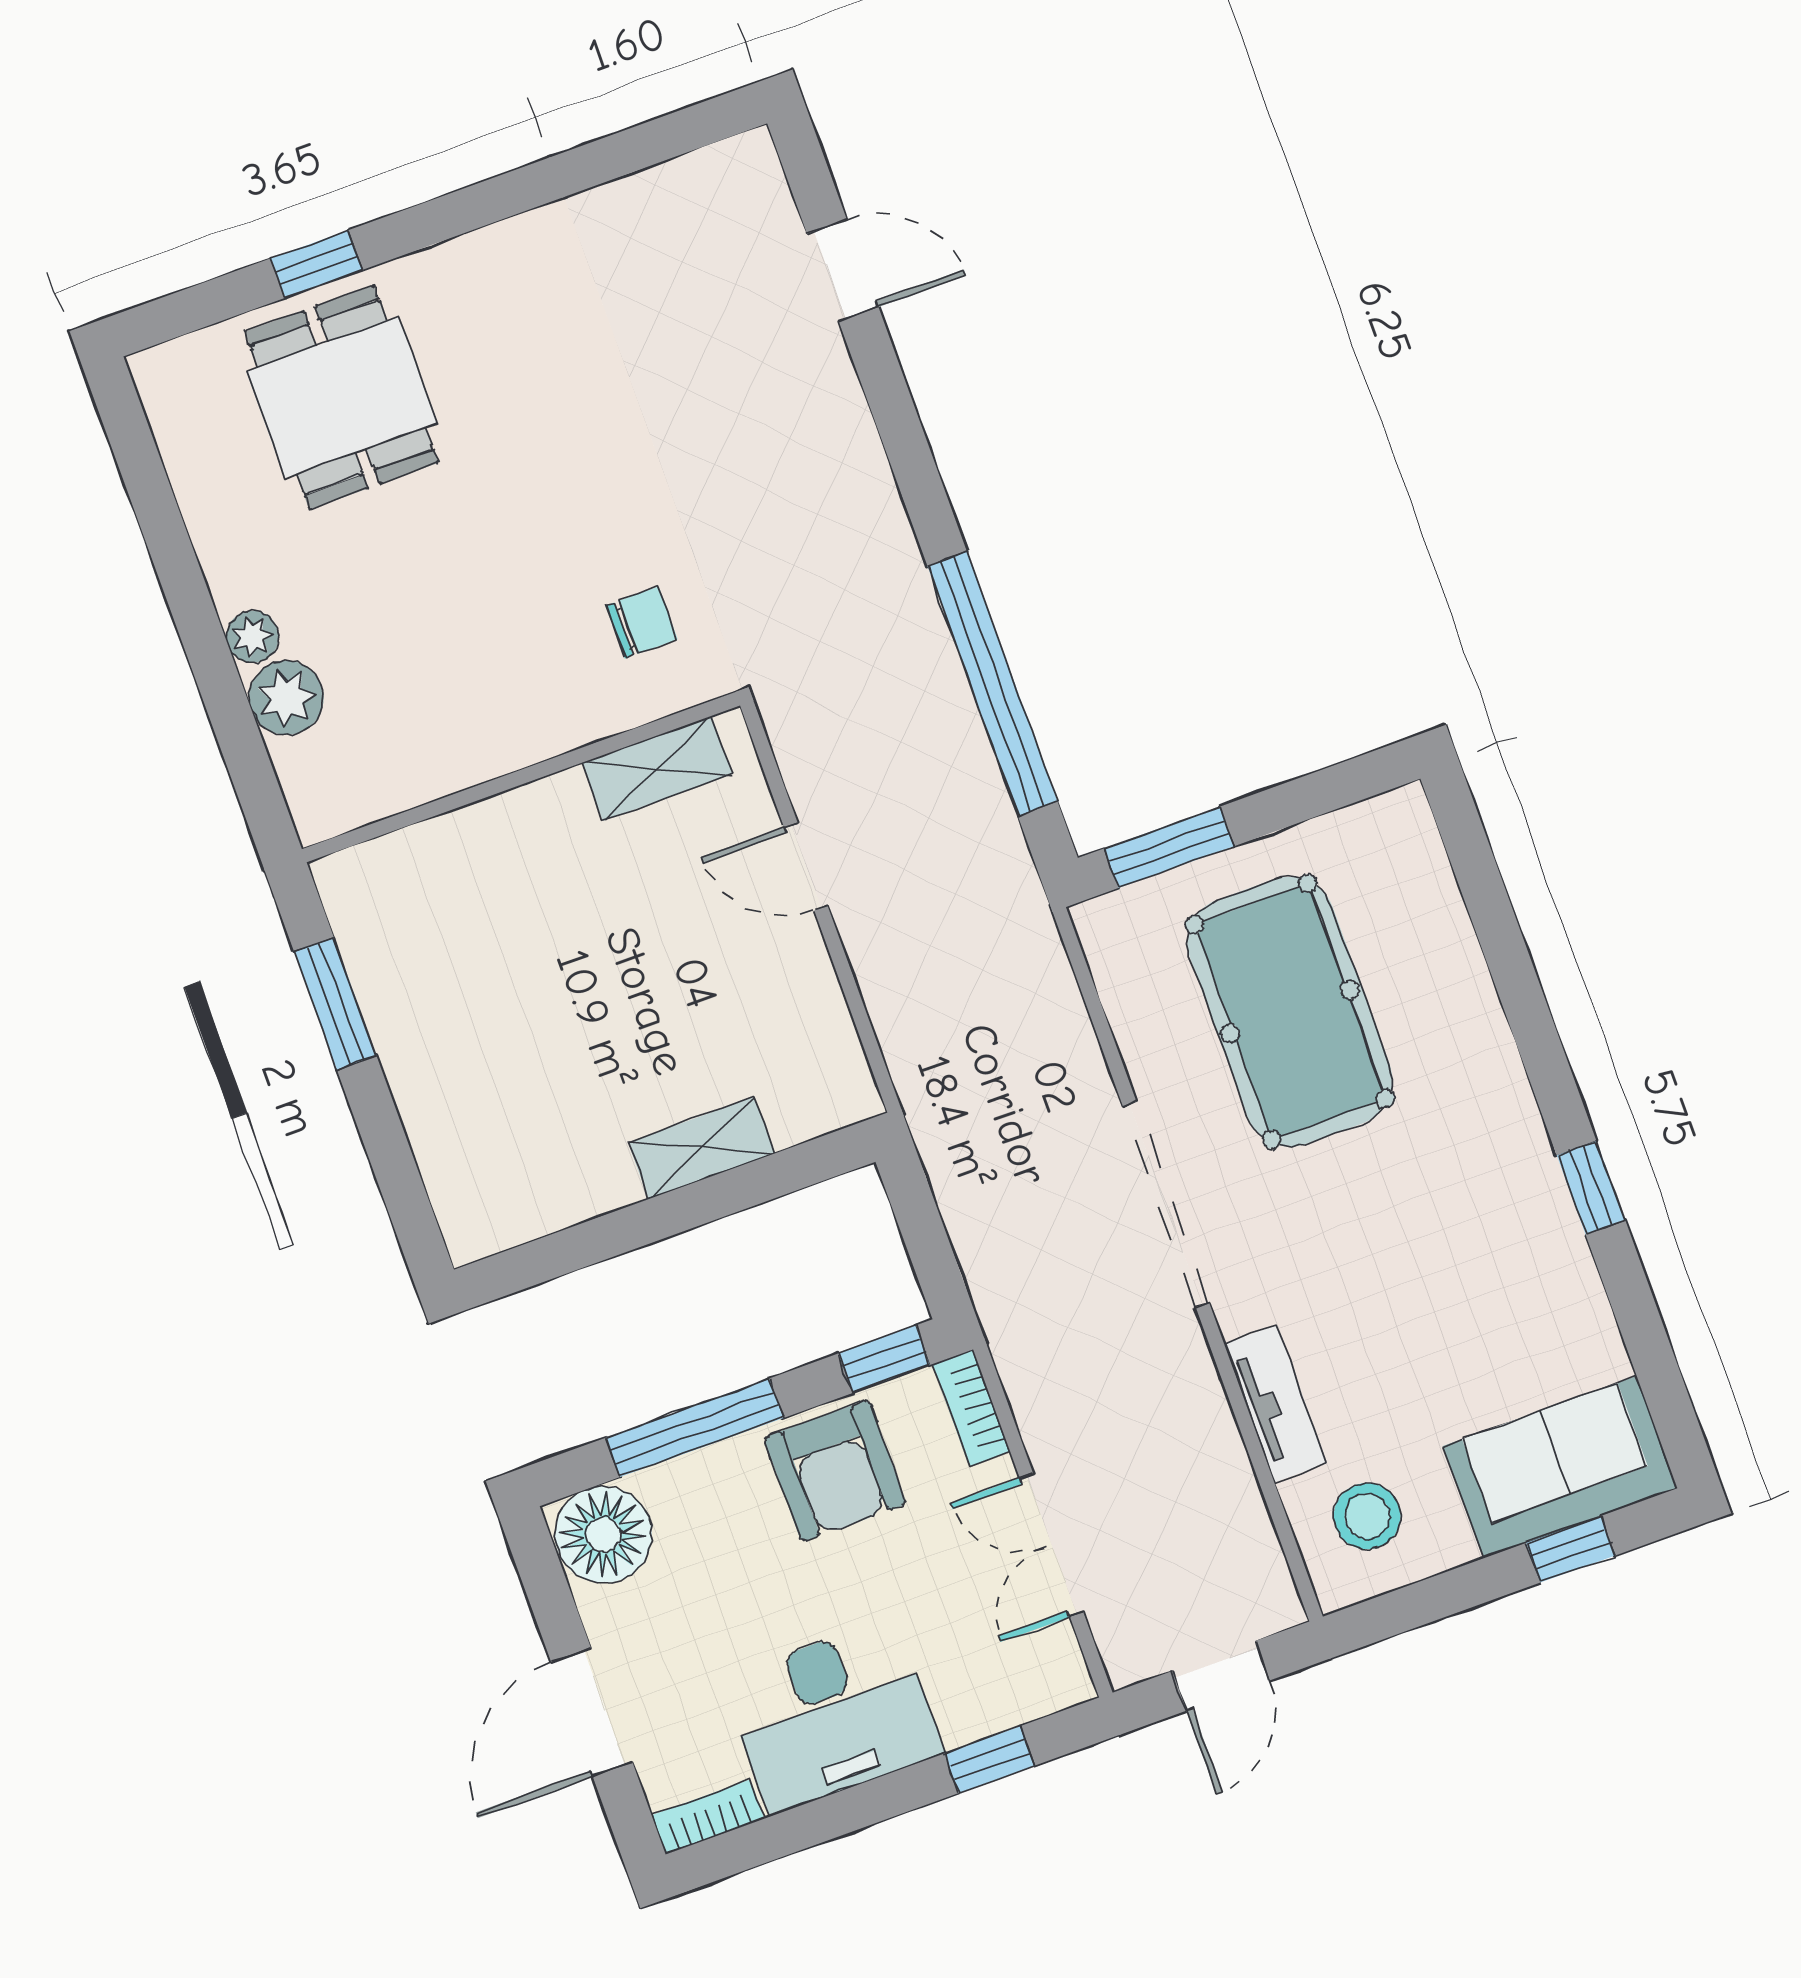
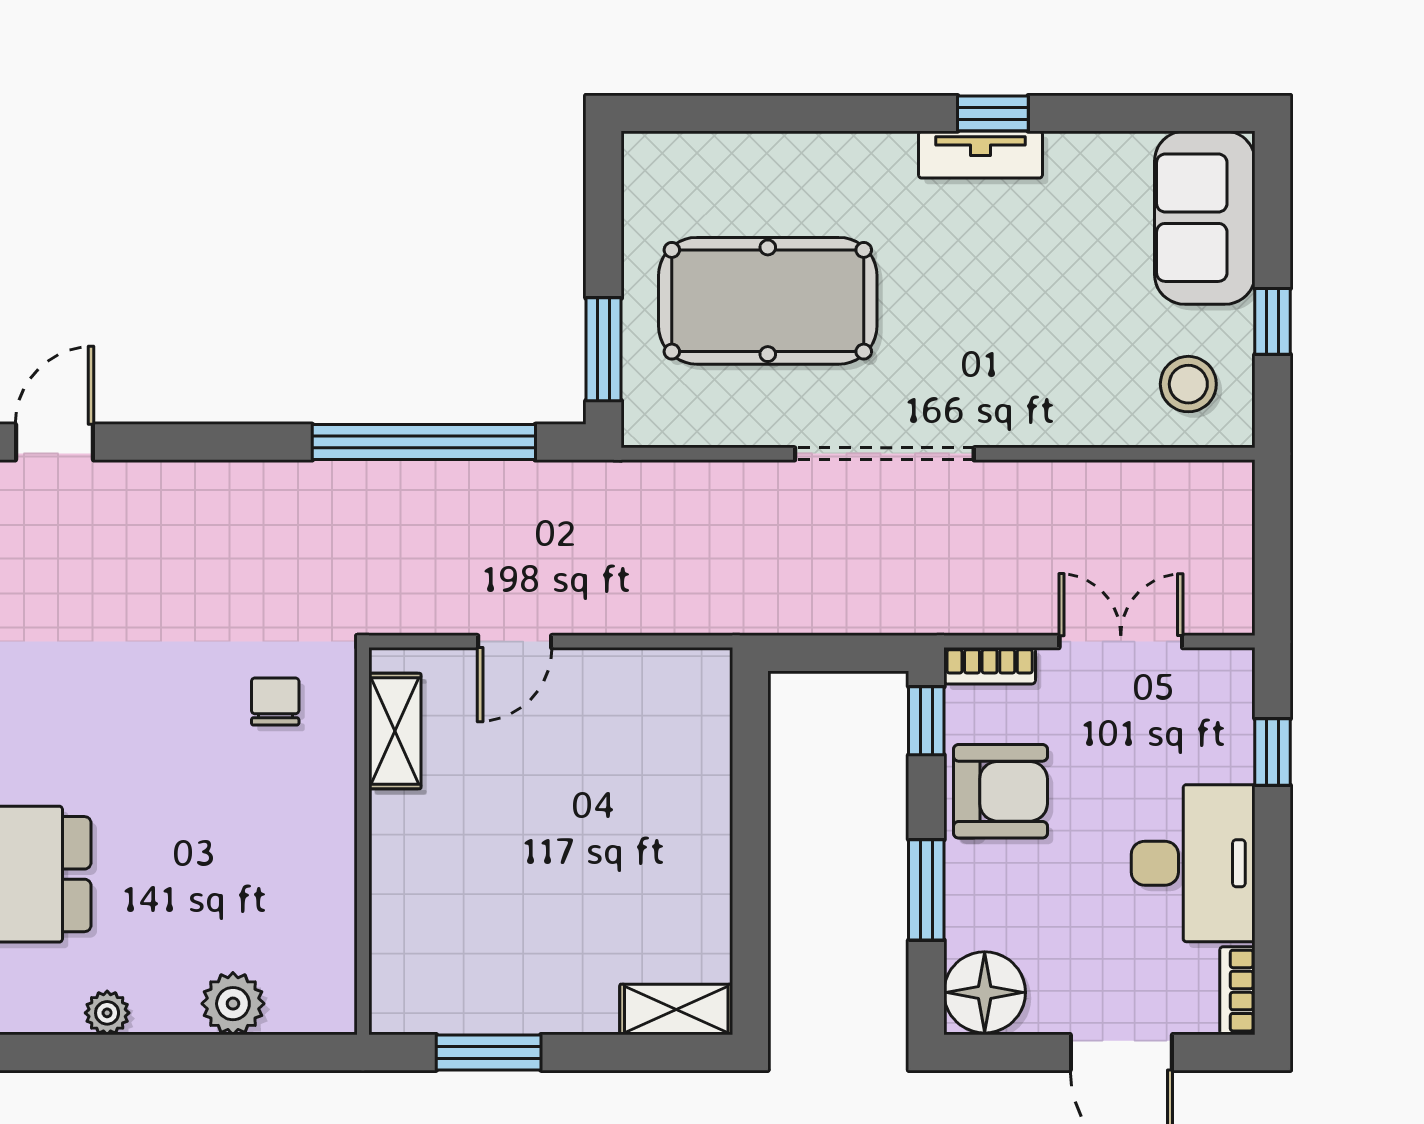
plant: (253, 637) -> (107, 1013), moved
shelving: (701, 1148) -> (676, 1009), moved, turned 90
tv unit: (1275, 1404) -> (980, 155), moved, turned 180
window: (695, 1428) -> (926, 890), width x0.69
double door: (1051, 1545) -> (1121, 642), swing flipped
window: (1571, 1549) -> (1273, 321), moved
door: (1221, 1676) -> (1273, 545), removed

